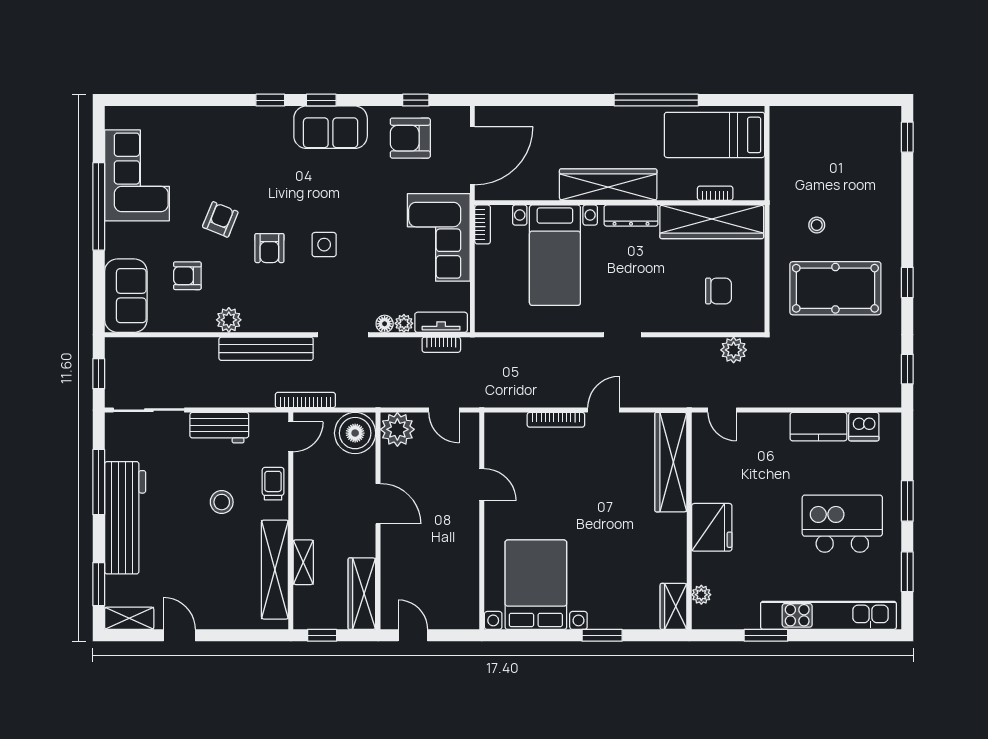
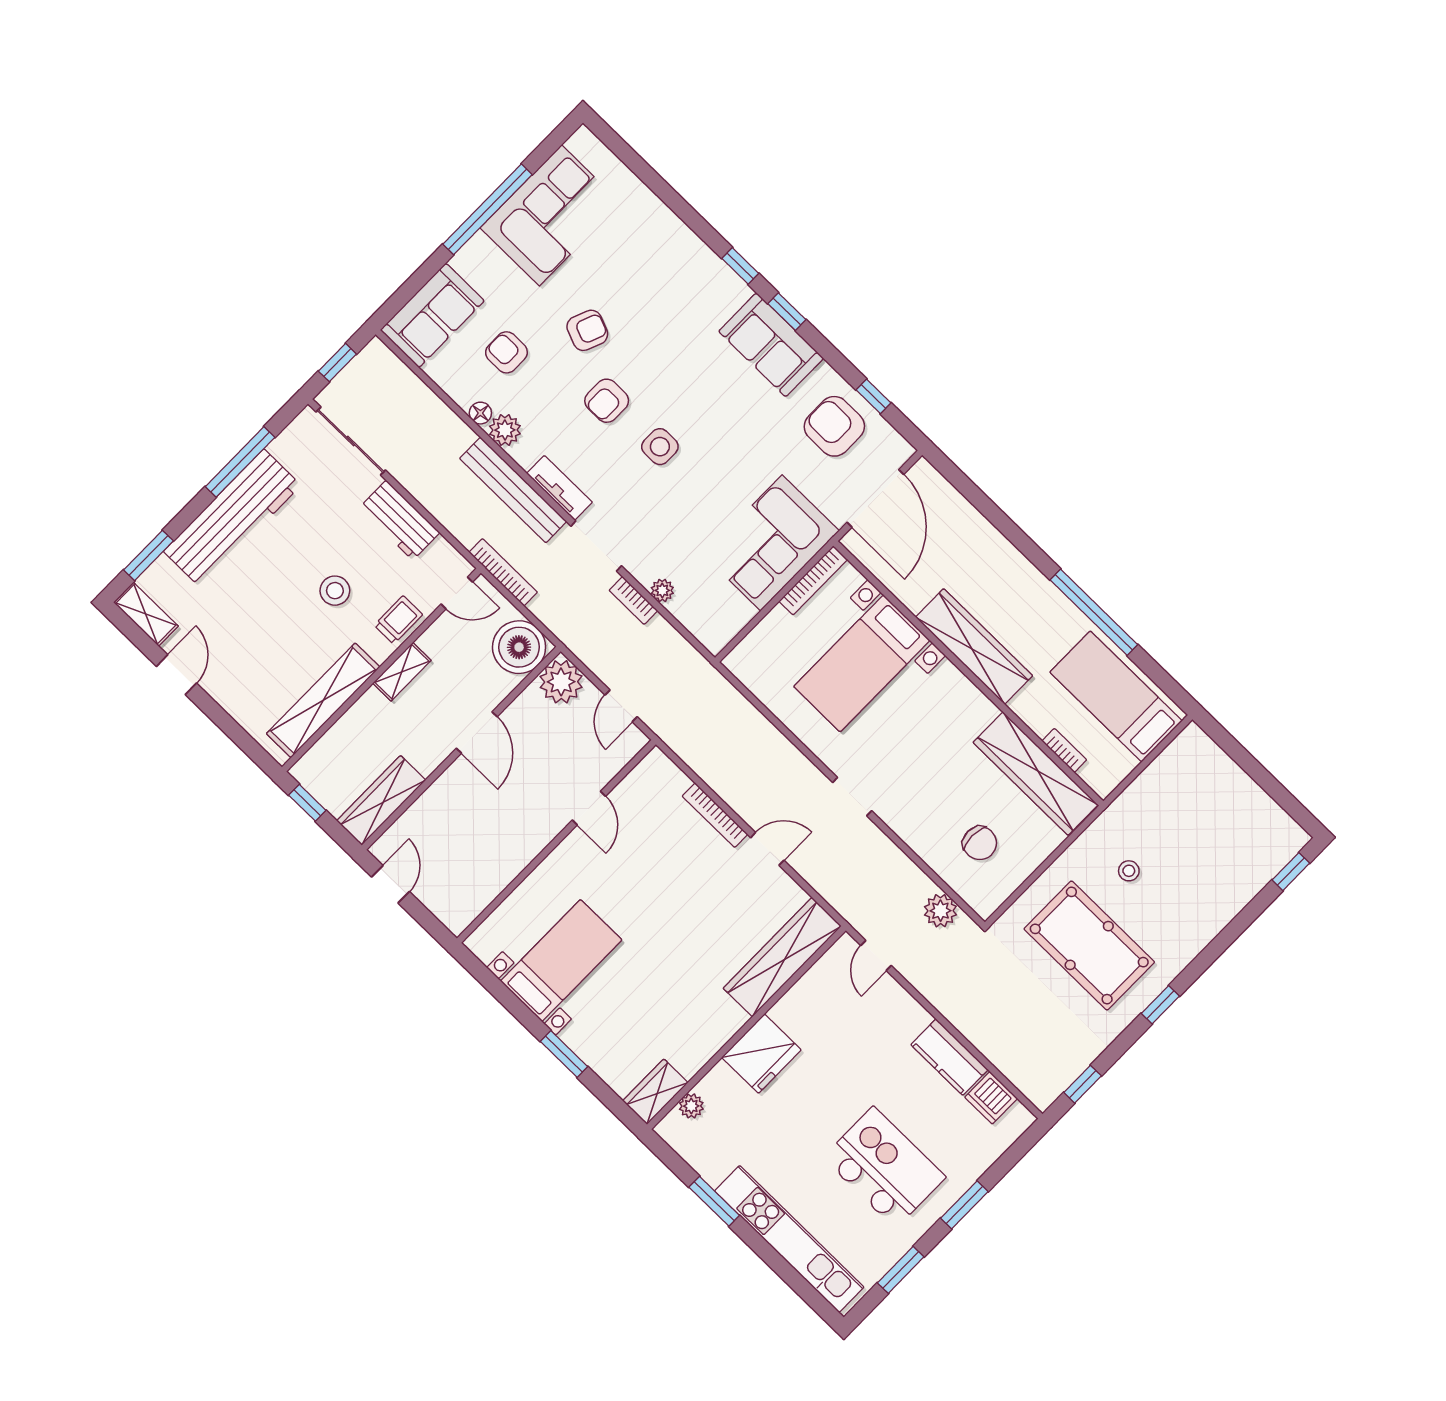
door: (472, 156) -> (875, 498), hinge flipped
dresser: (631, 216) -> (967, 695), removed
bookcase: (483, 224) -> (813, 580), width x1.56
tv unit: (441, 322) -> (559, 488), moved
floor lamp: (385, 324) -> (480, 413), moved
bookcase: (441, 345) -> (633, 600), moved
shelving: (303, 562) -> (402, 672), moved
bed with nightstands: (536, 585) -> (561, 961), width x0.73

